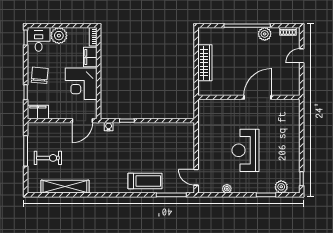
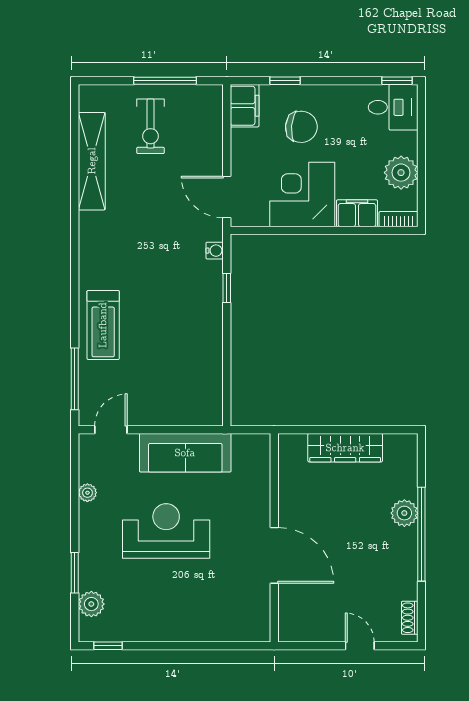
plant: (265, 34) -> (404, 513), moved
plant: (59, 36) -> (401, 173), moved
chair: (40, 75) -> (301, 127), moved
sofa: (207, 141) -> (185, 453), added

